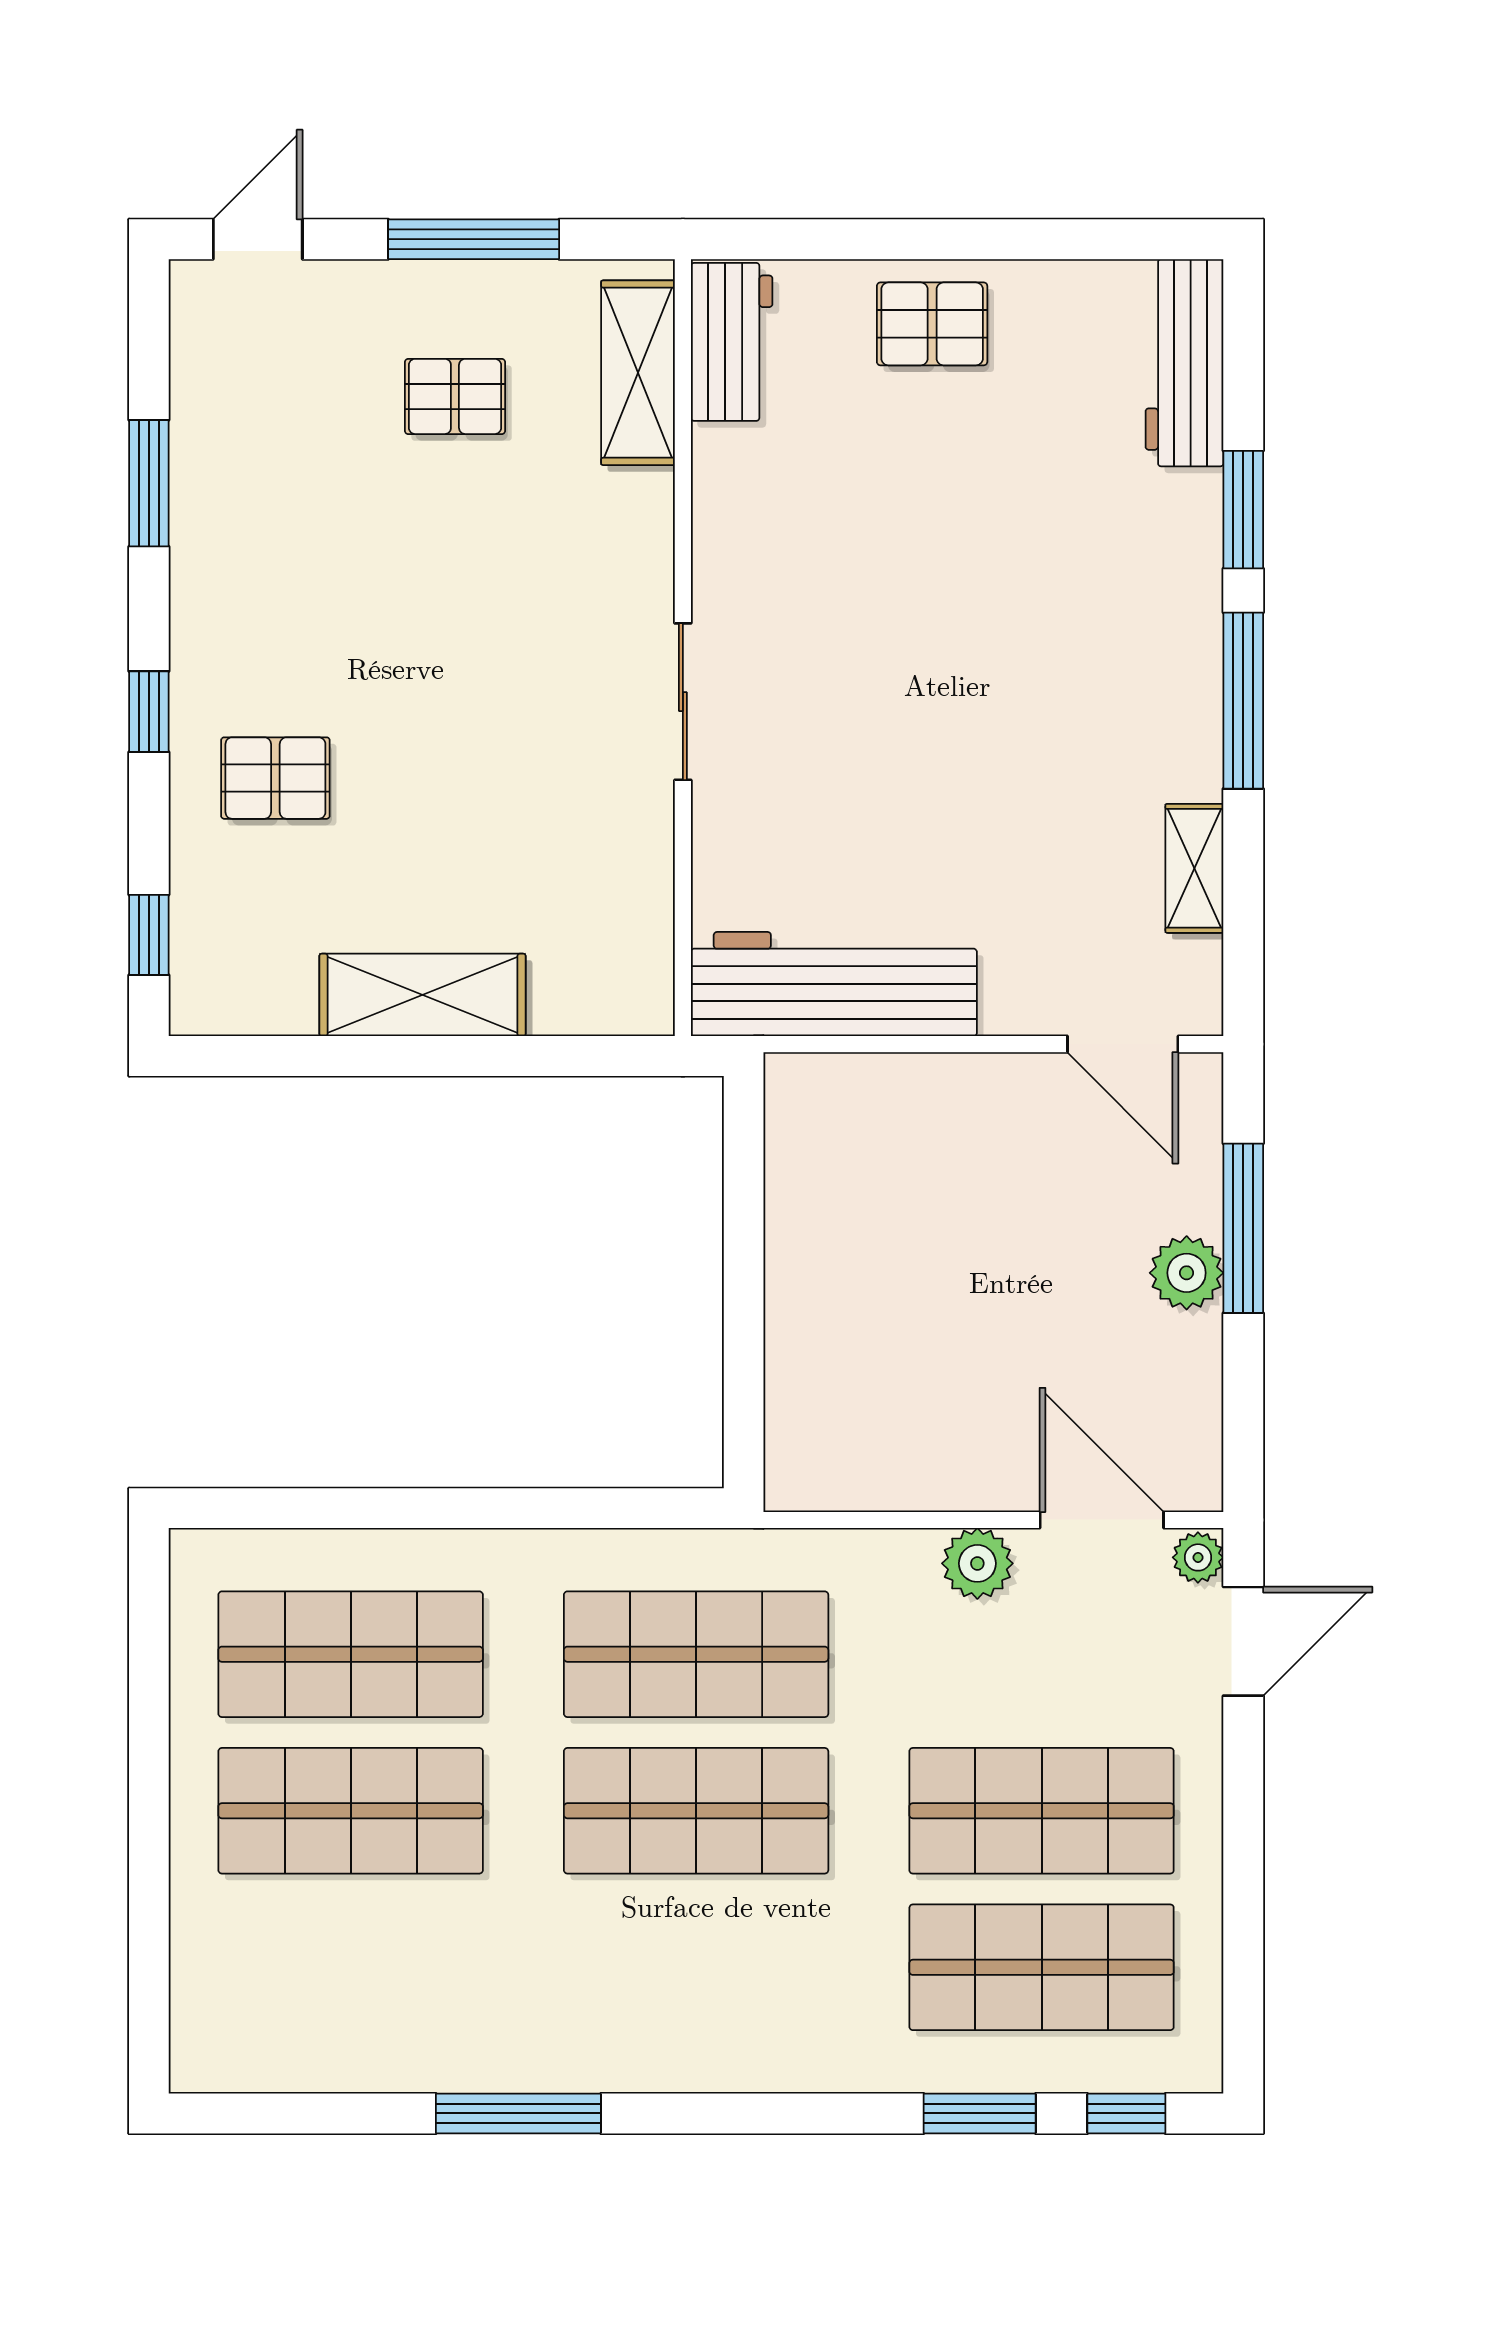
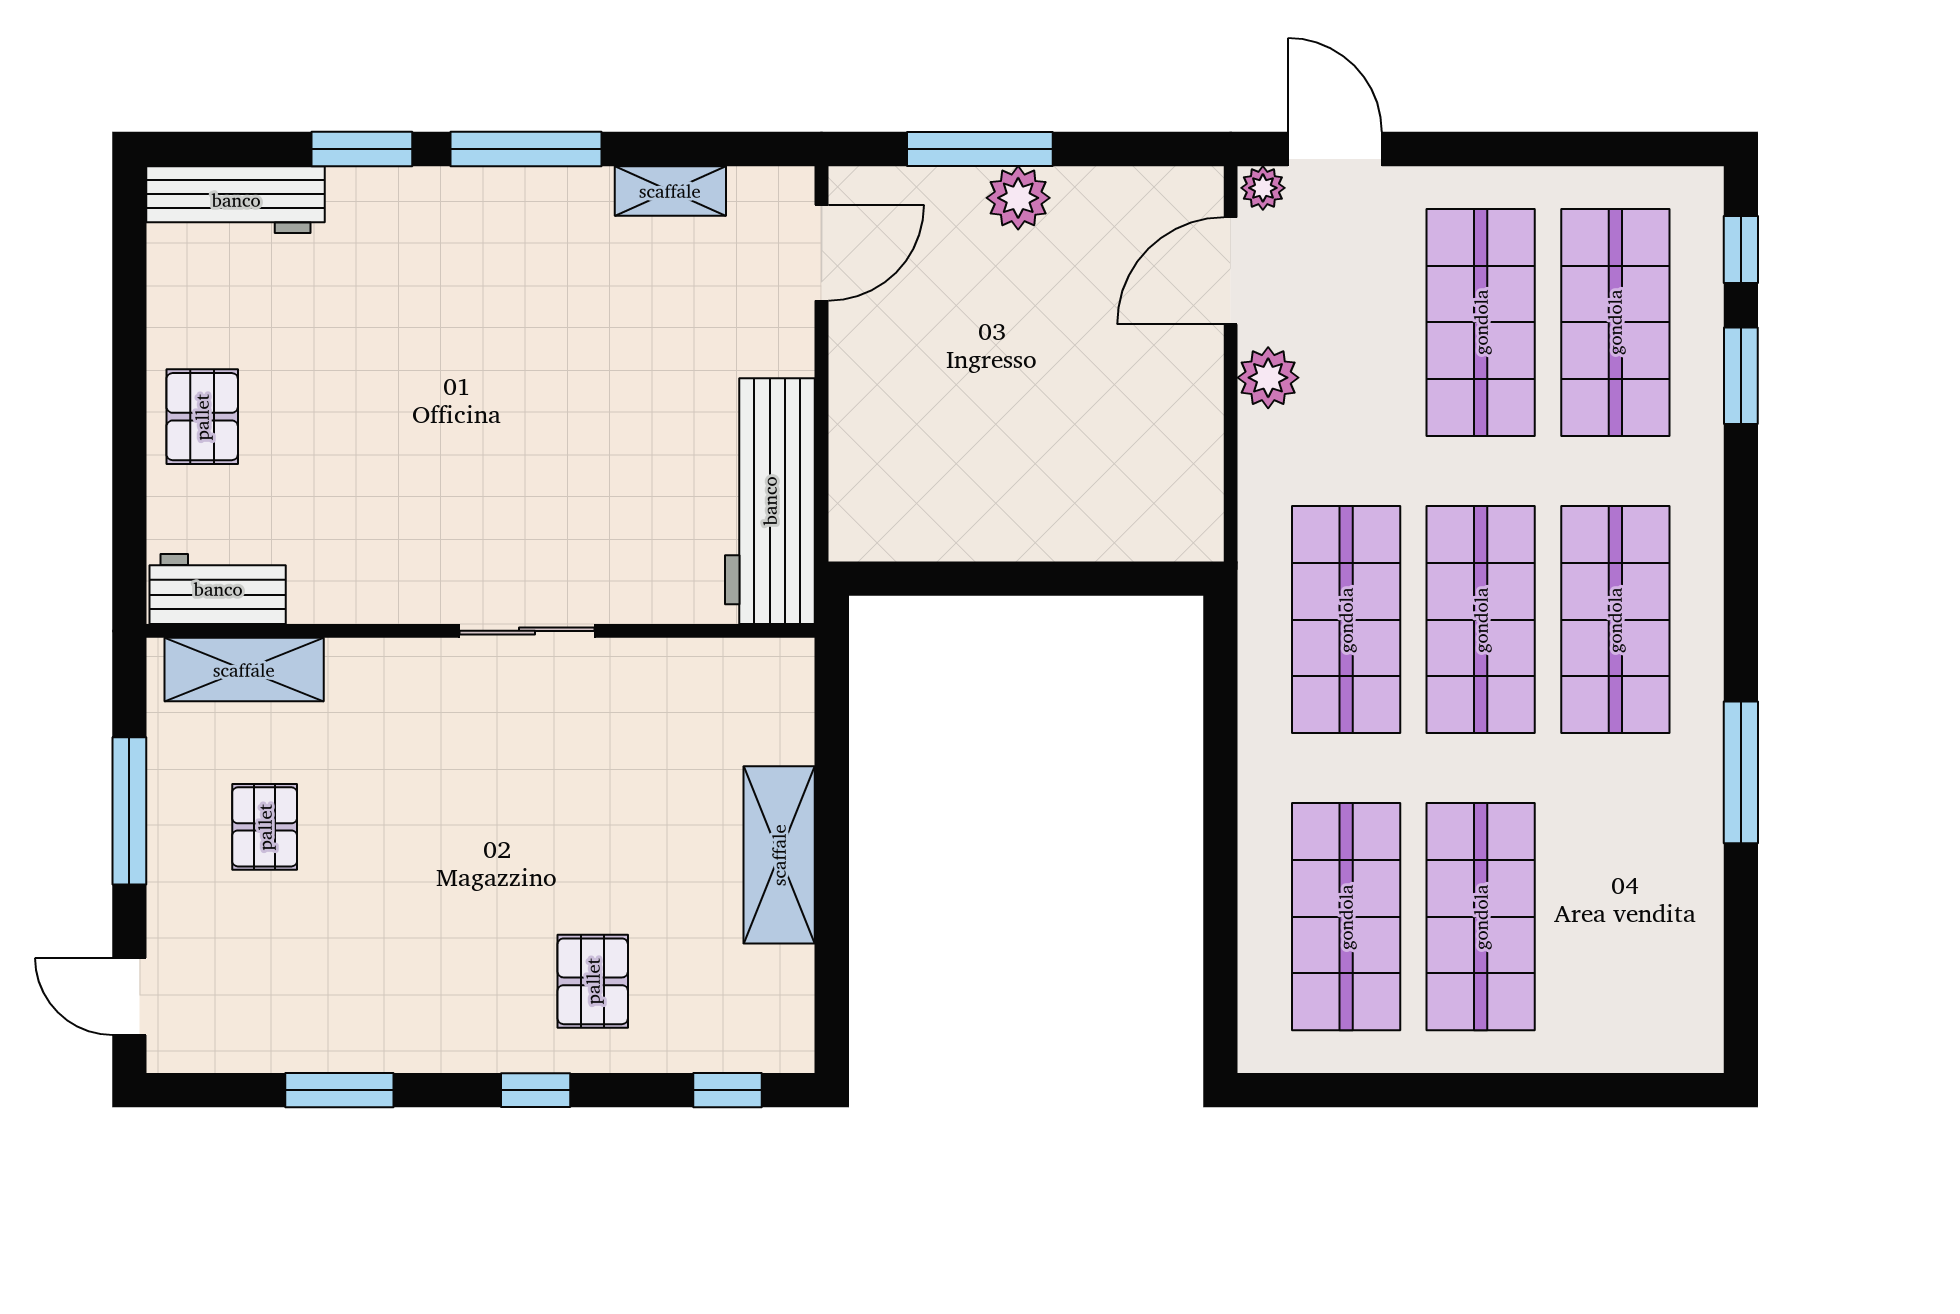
shop shelf: (696, 1967) -> (1615, 620), added

